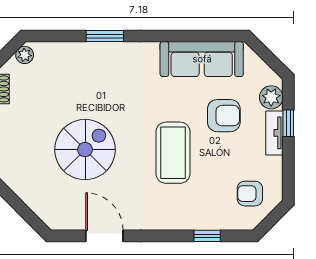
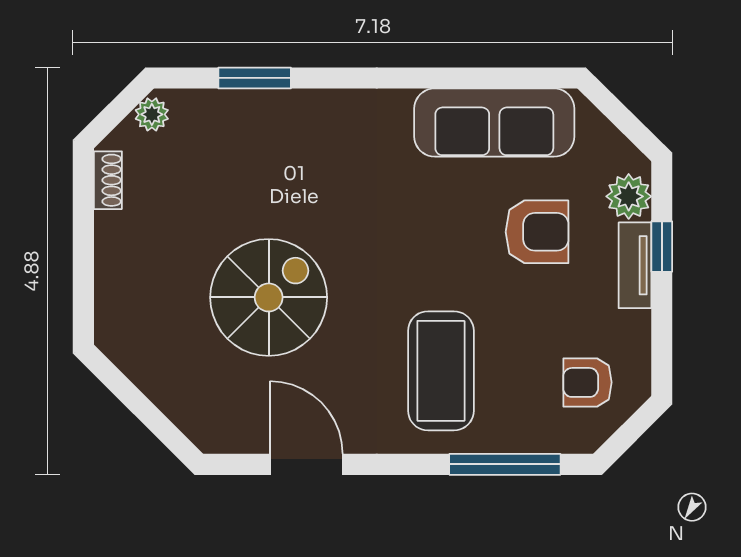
window: (105, 36) -> (255, 78), moved
coffee table: (173, 153) -> (441, 371), moved
window: (207, 236) -> (505, 464), width x2.17

